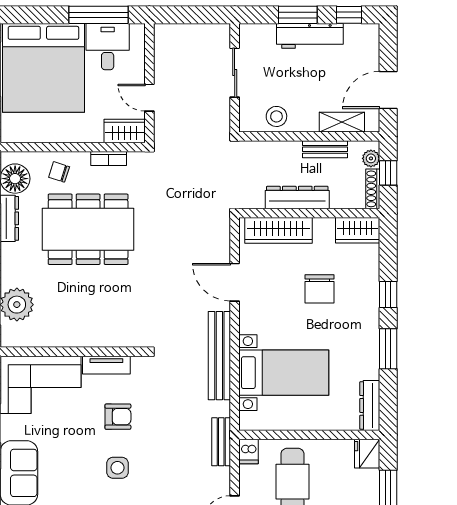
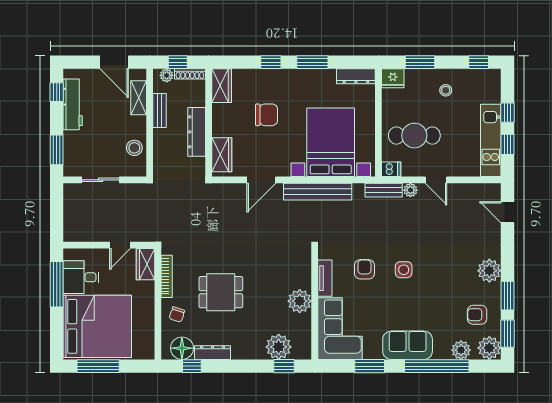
window: (298, 15) -> (57, 150), moved
workbench: (310, 36) -> (73, 104), moved
bookcase: (109, 158) -> (167, 276), width x1.56
dining table: (88, 229) -> (221, 292), width x0.53, depth x0.80
wardrobe: (279, 230) -> (222, 155), width x0.67
plant: (76, 332) -> (300, 301), added
bed with nightstands: (284, 373) -> (331, 142), width x1.36
plant: (221, 477) -> (410, 190), added

